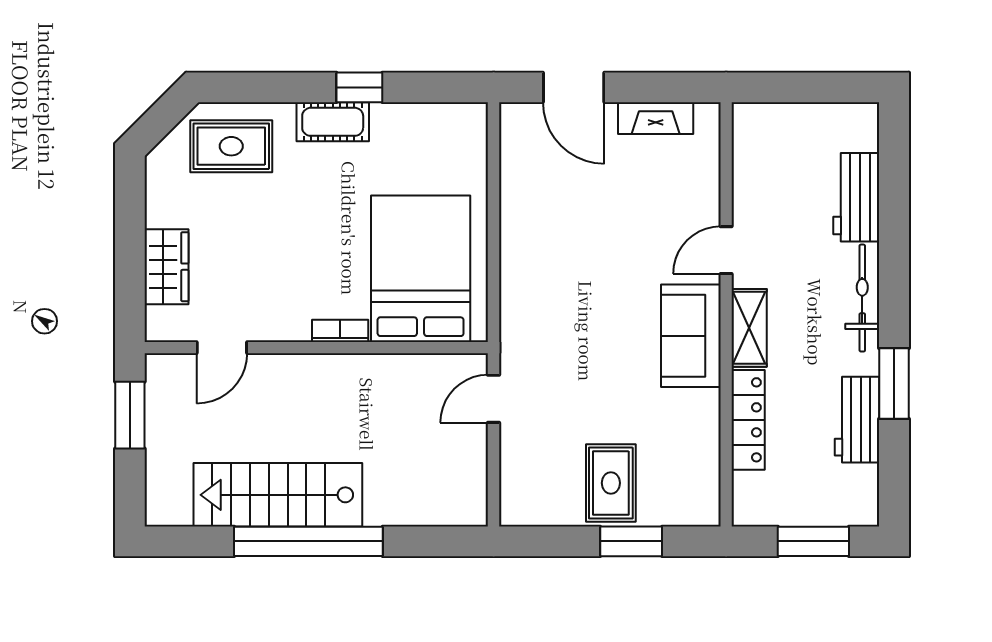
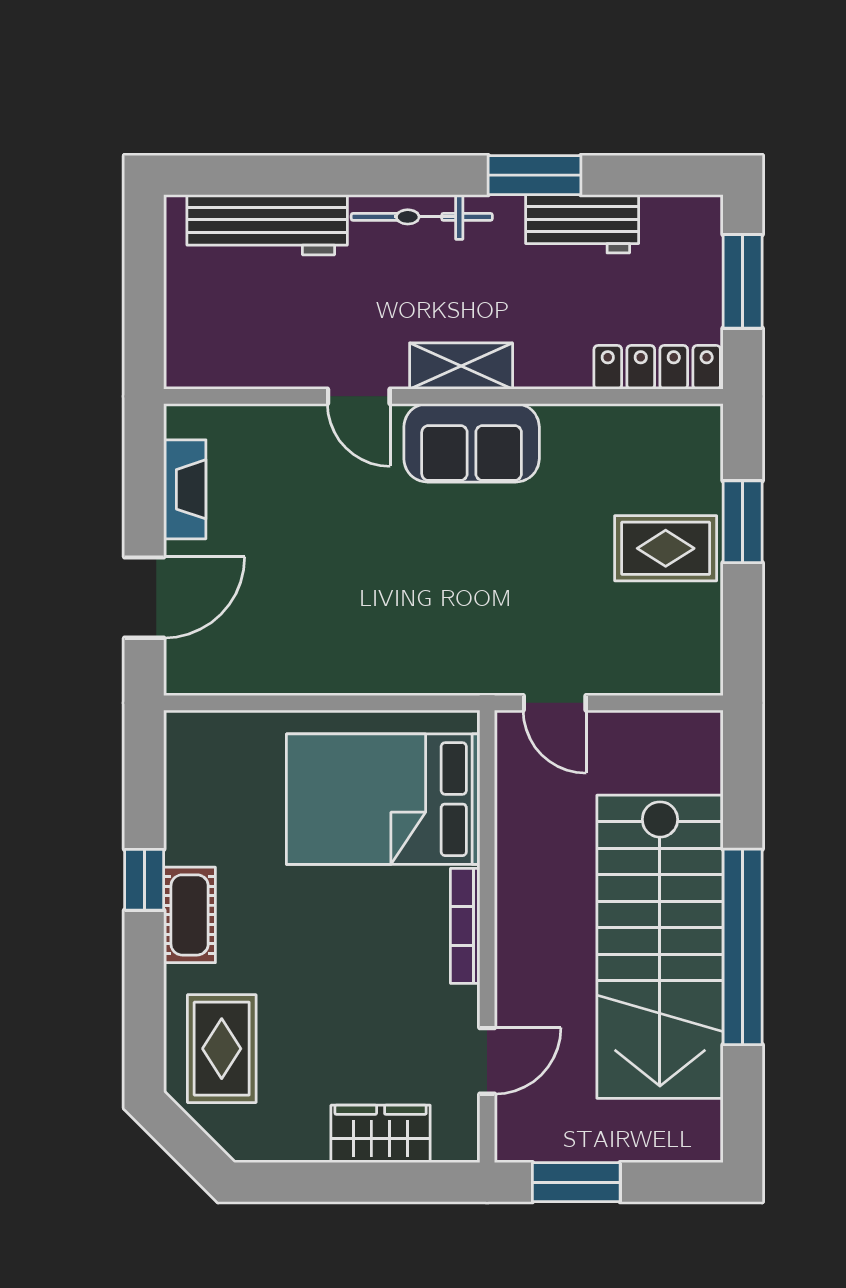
workbench: (856, 197) -> (267, 225), width x1.38
bookcase: (340, 331) -> (465, 926), width x1.56
door: (222, 348) -> (487, 1061), hinge flipped
locker: (748, 420) -> (657, 367), moved
stairs: (278, 495) -> (660, 947), width x1.36, depth x1.51

